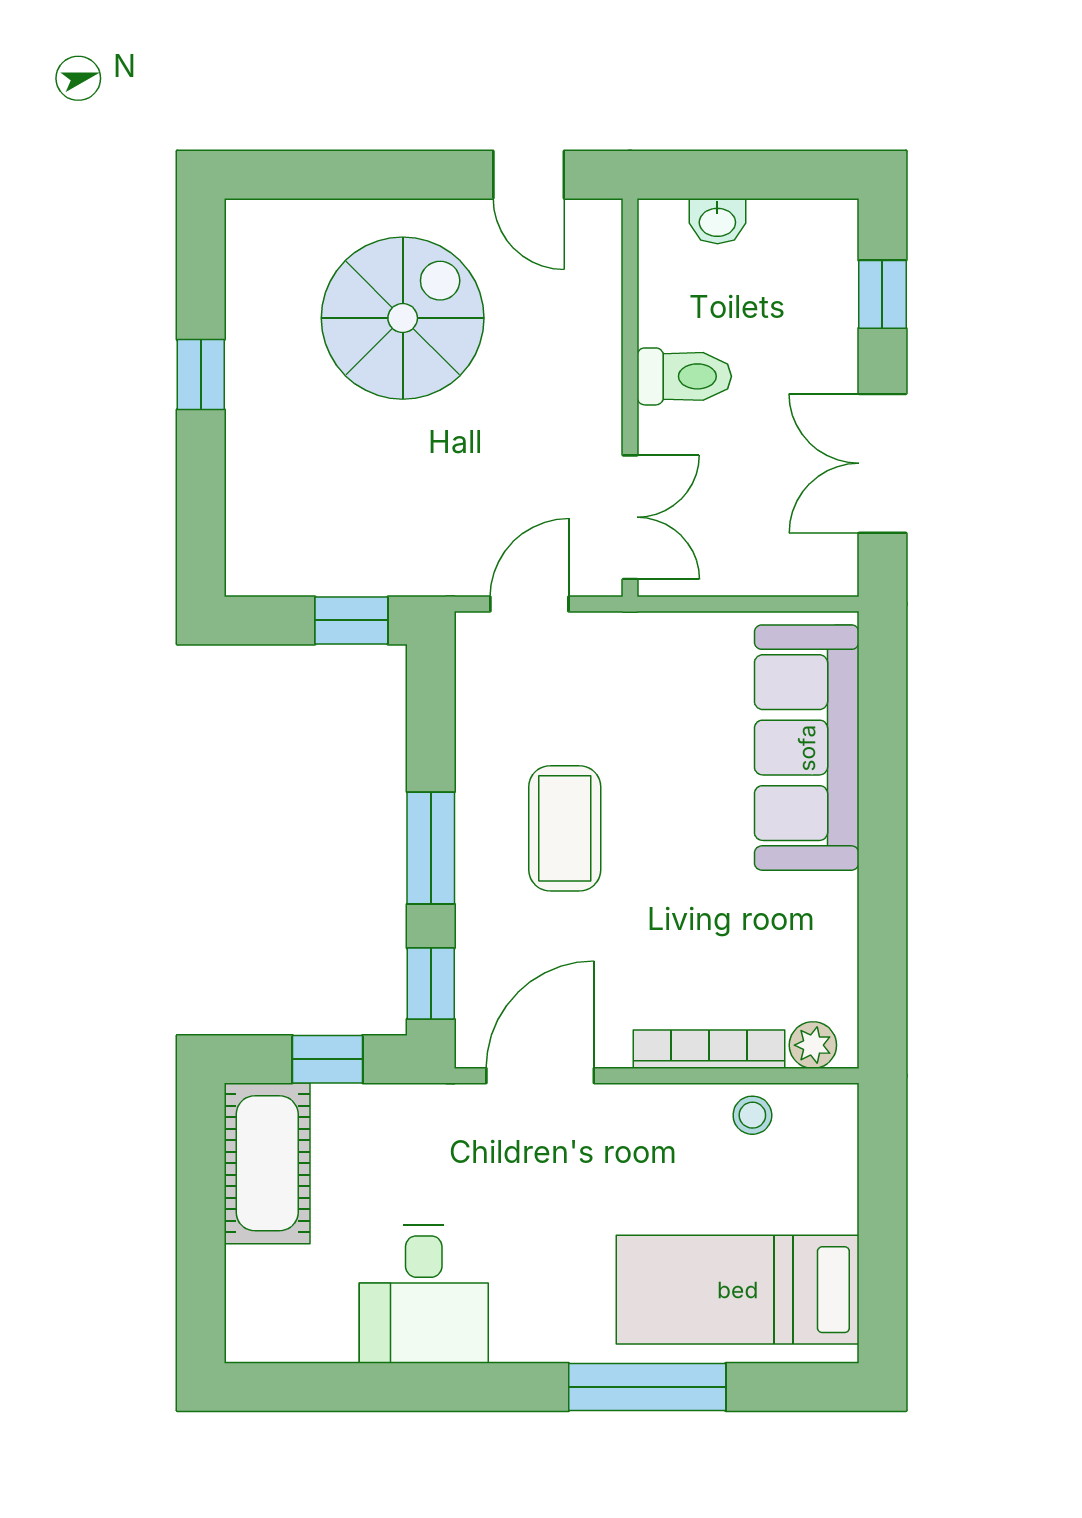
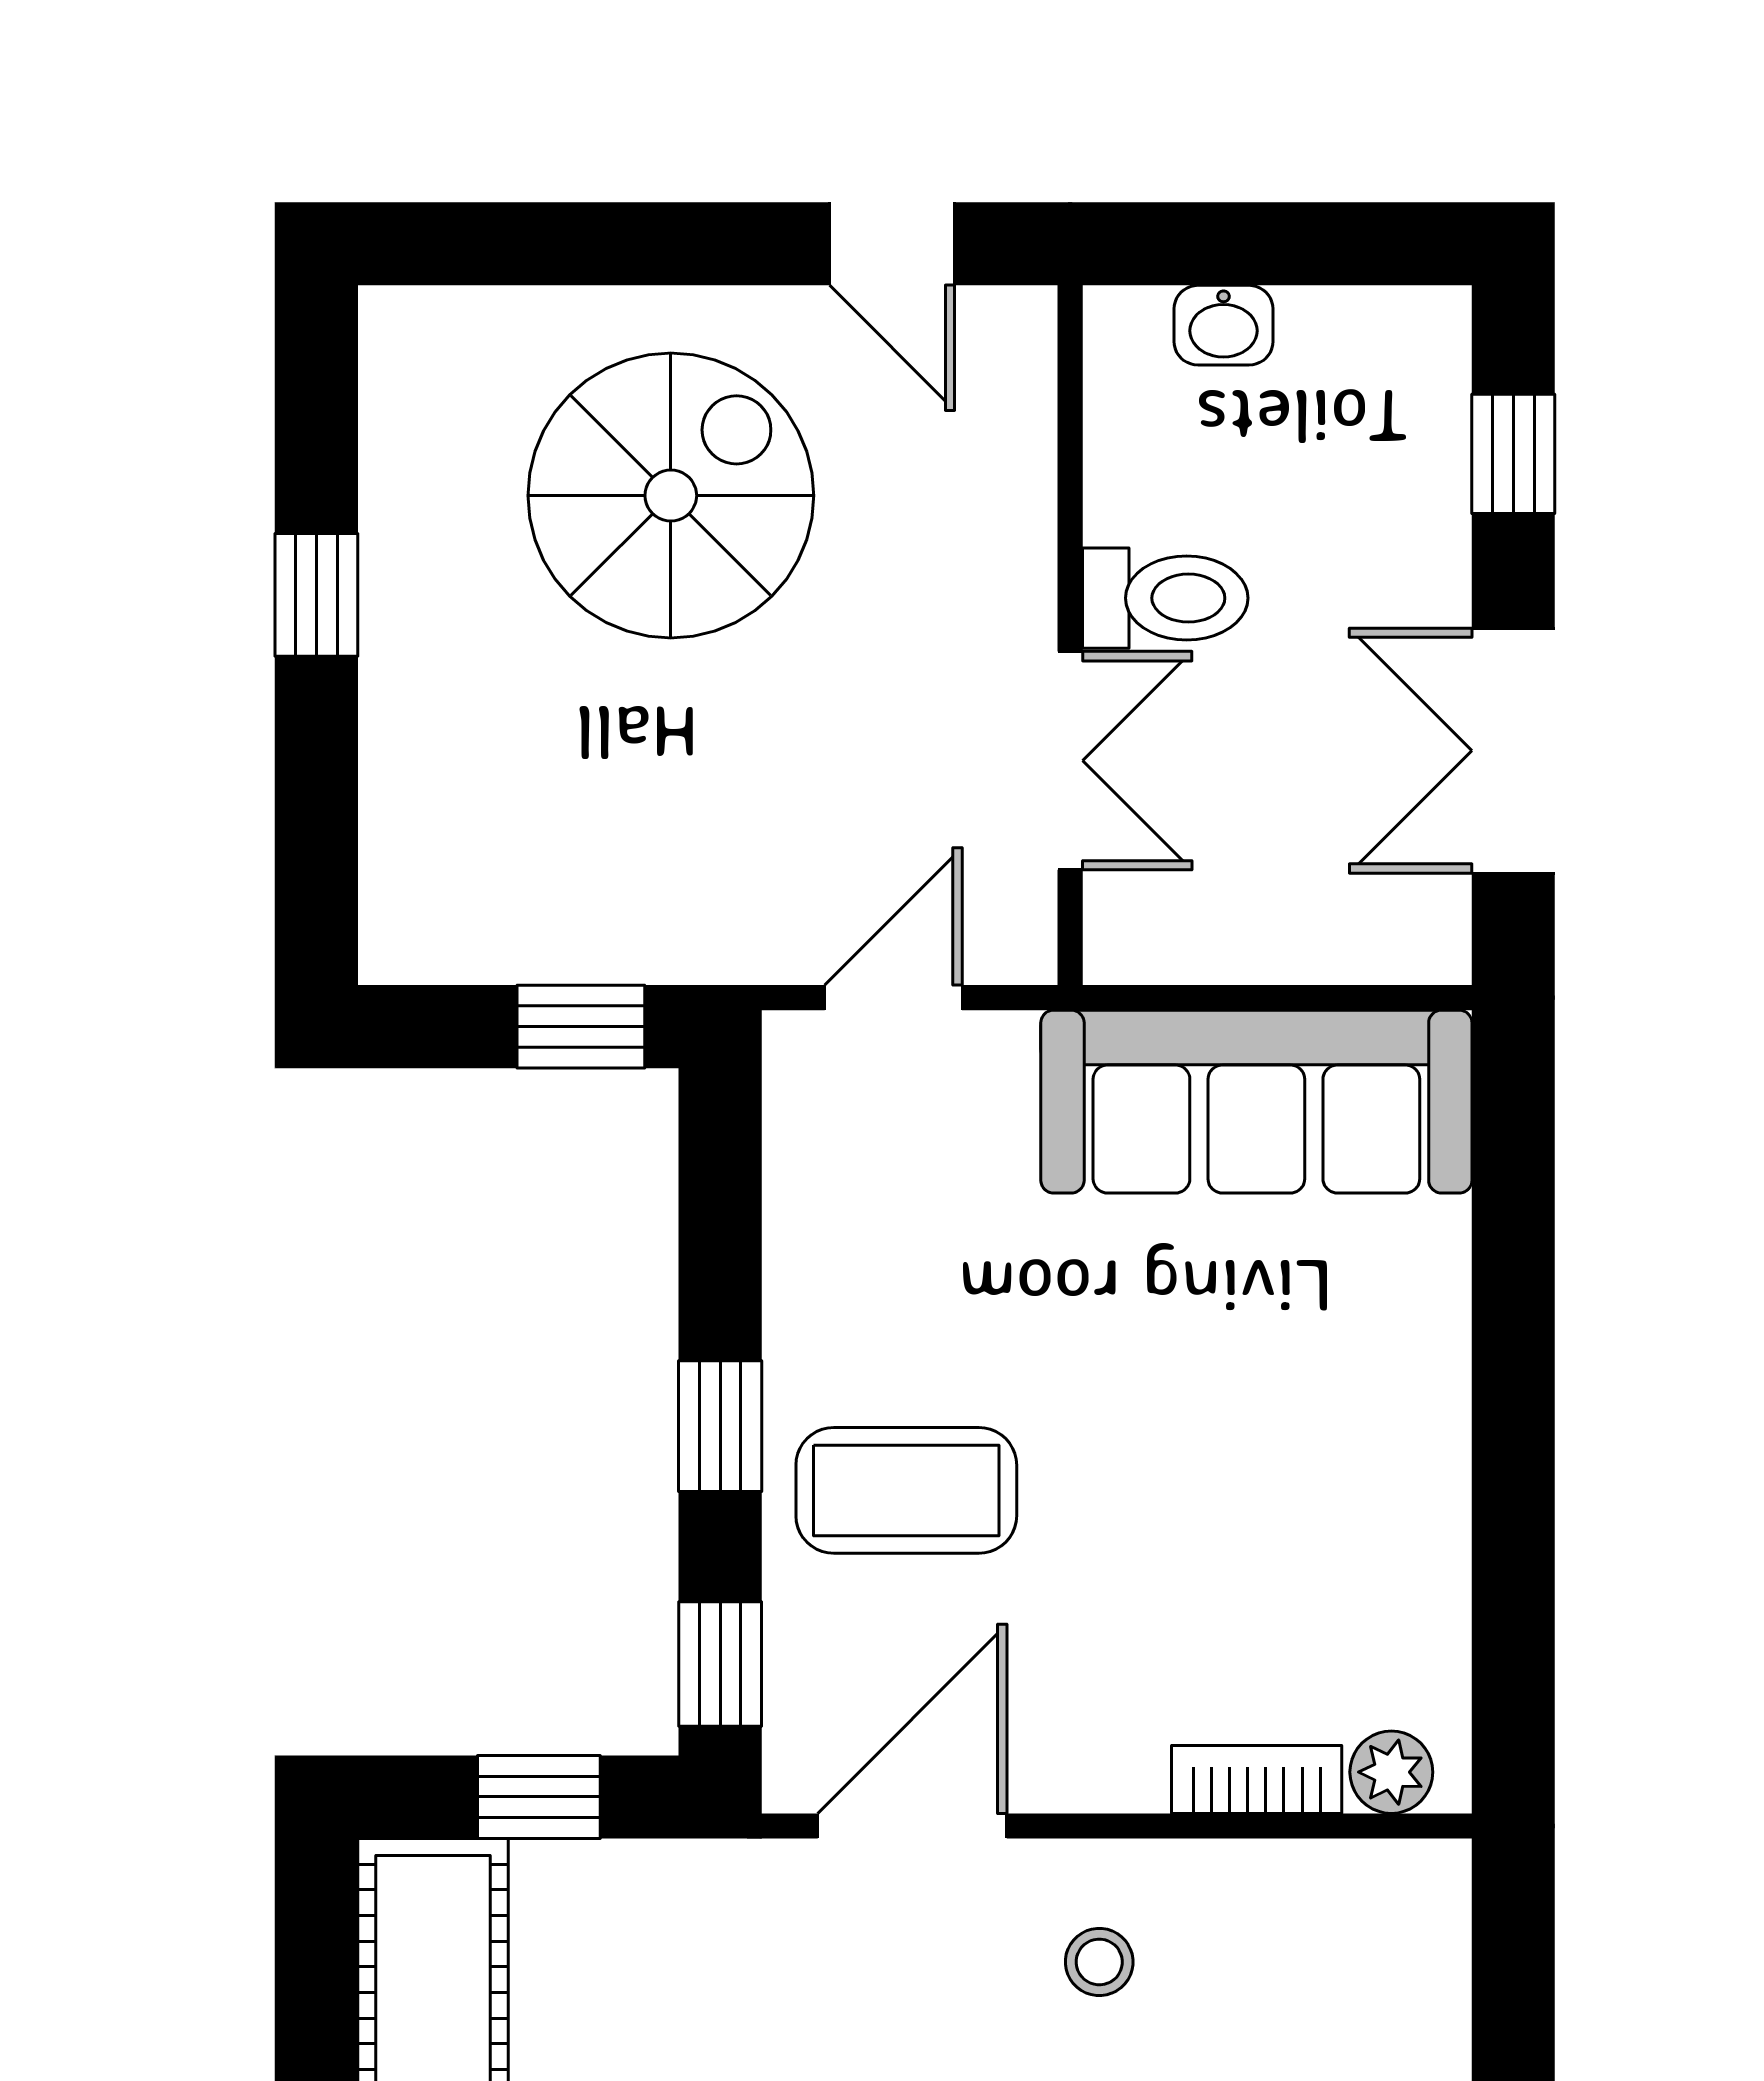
double door: (630, 517) -> (1070, 761), moved
sofa: (807, 748) -> (1256, 1102), moved, turned -90
coffee table: (565, 828) -> (906, 1490), moved, turned 90
window: (431, 848) -> (720, 1426), width x0.67
bookcase: (709, 1049) -> (1257, 1779), width x0.64
stool: (752, 1115) -> (1099, 1962), moved

